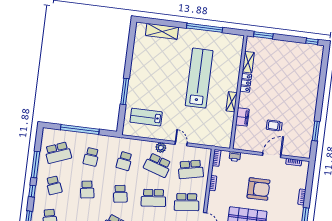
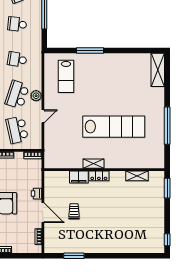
shelving: (162, 31) -> (158, 70), moved
locker: (246, 83) -> (99, 176), moved
lab bench: (146, 117) -> (66, 76), turned 180
printer: (235, 156) -> (37, 194), moved

